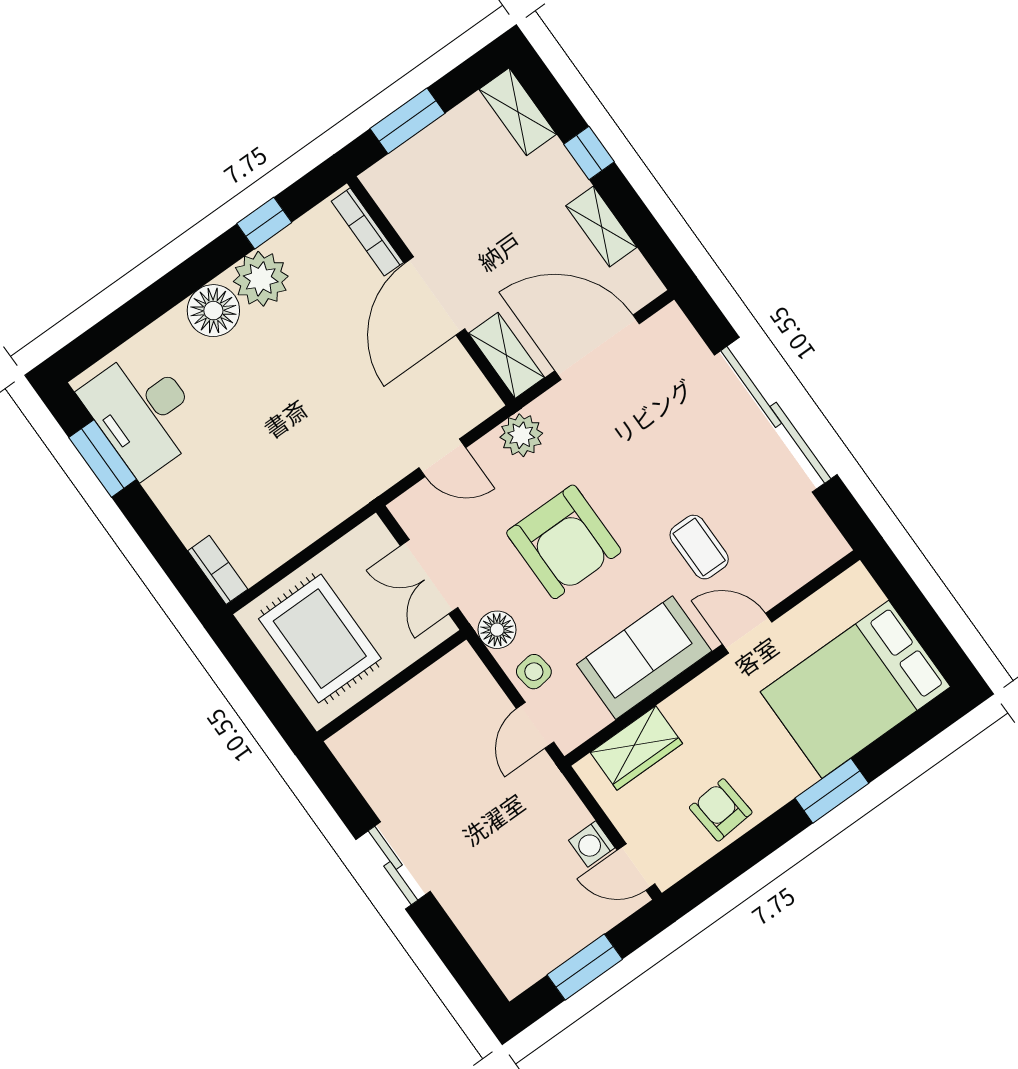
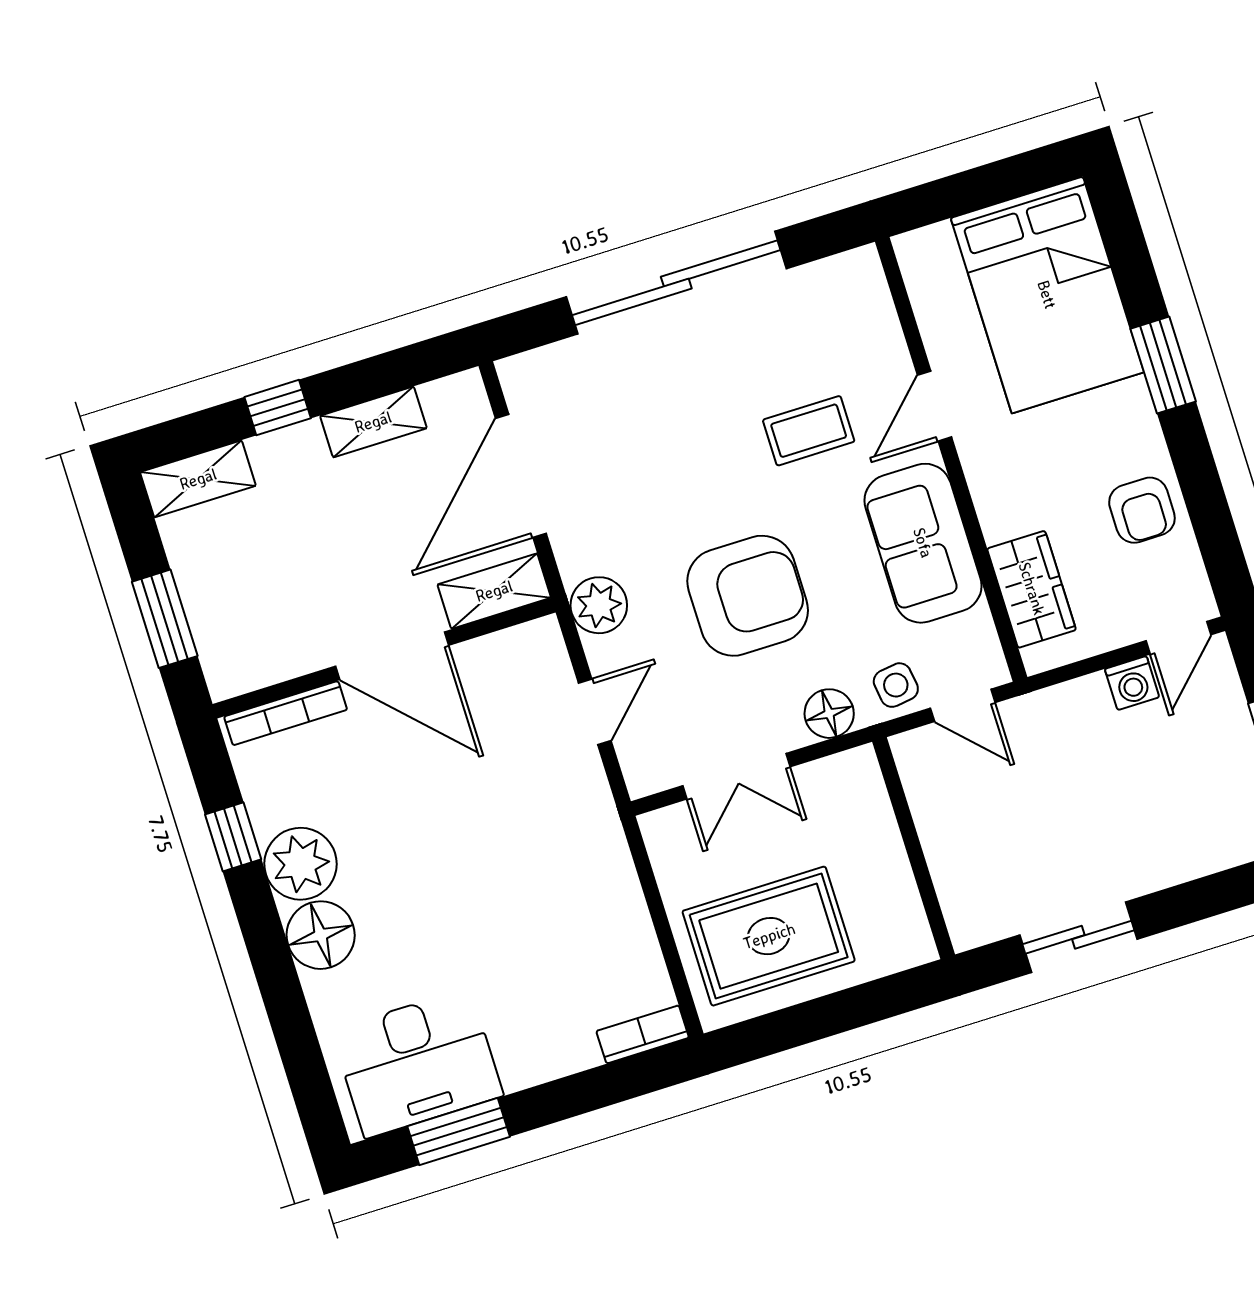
wall: (392, 686) -> (914, 848), moved
armchair: (721, 810) -> (1142, 510), turned -85

